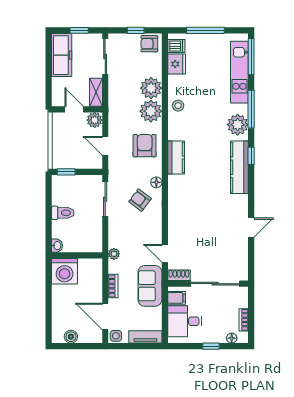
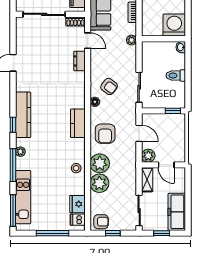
plant: (238, 125) -> (20, 152), width x0.53, depth x0.53
dresser: (174, 230) -> (79, 61), added

